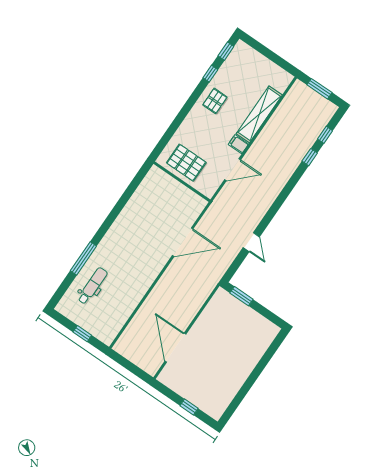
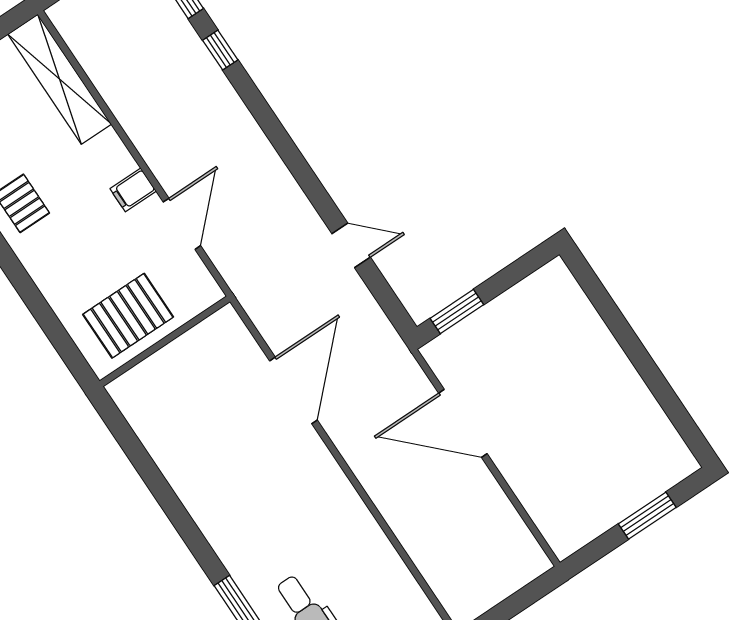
shelving: (259, 114) -> (60, 79), moved
door: (175, 348) -> (463, 423), moved
window: (189, 407) -> (647, 516), width x1.50

